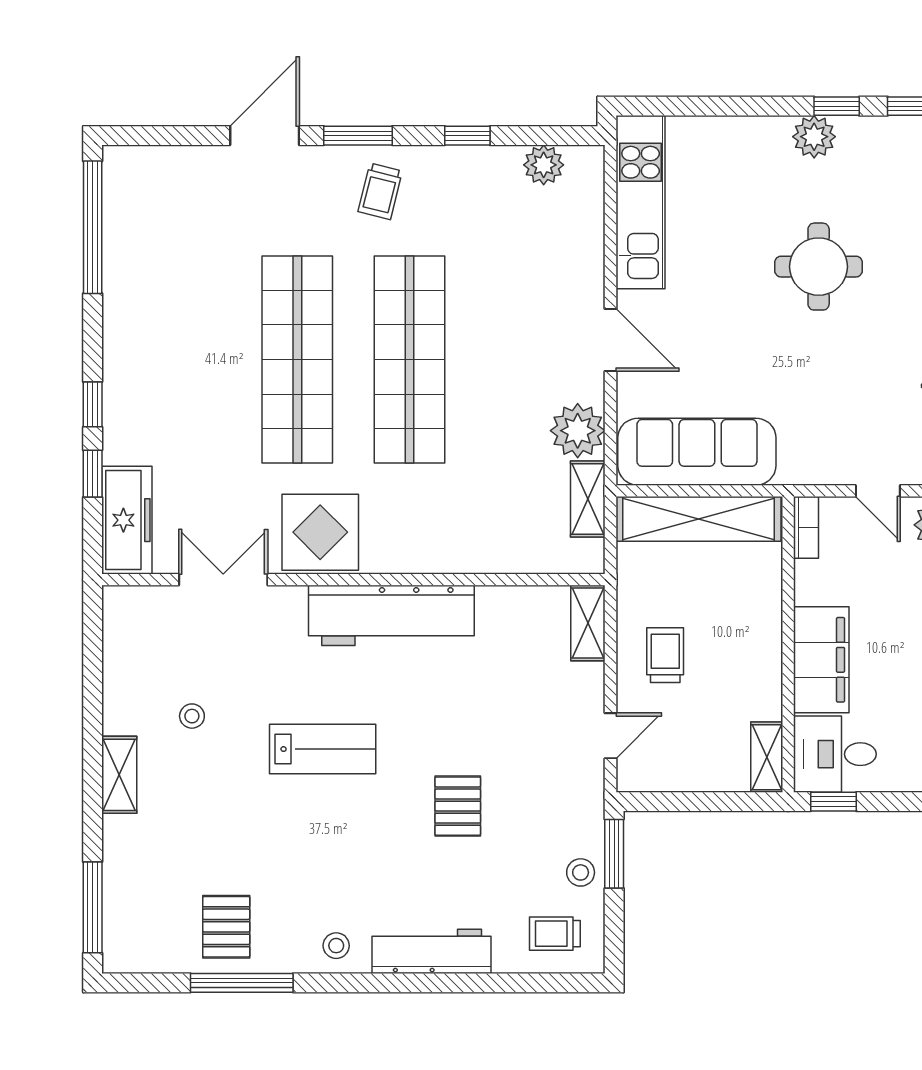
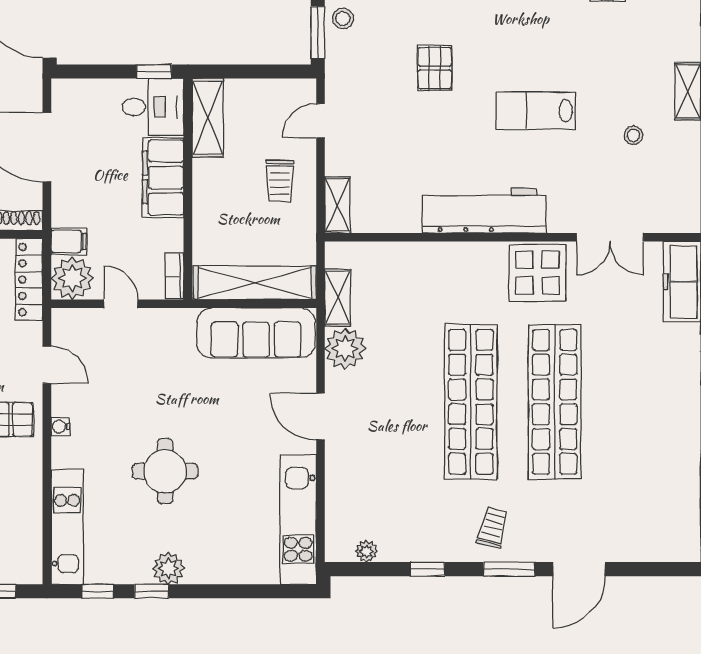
plant: (544, 165) -> (366, 551), width x0.73, depth x0.73
shelving: (767, 757) -> (208, 118), width x1.50, depth x1.33

